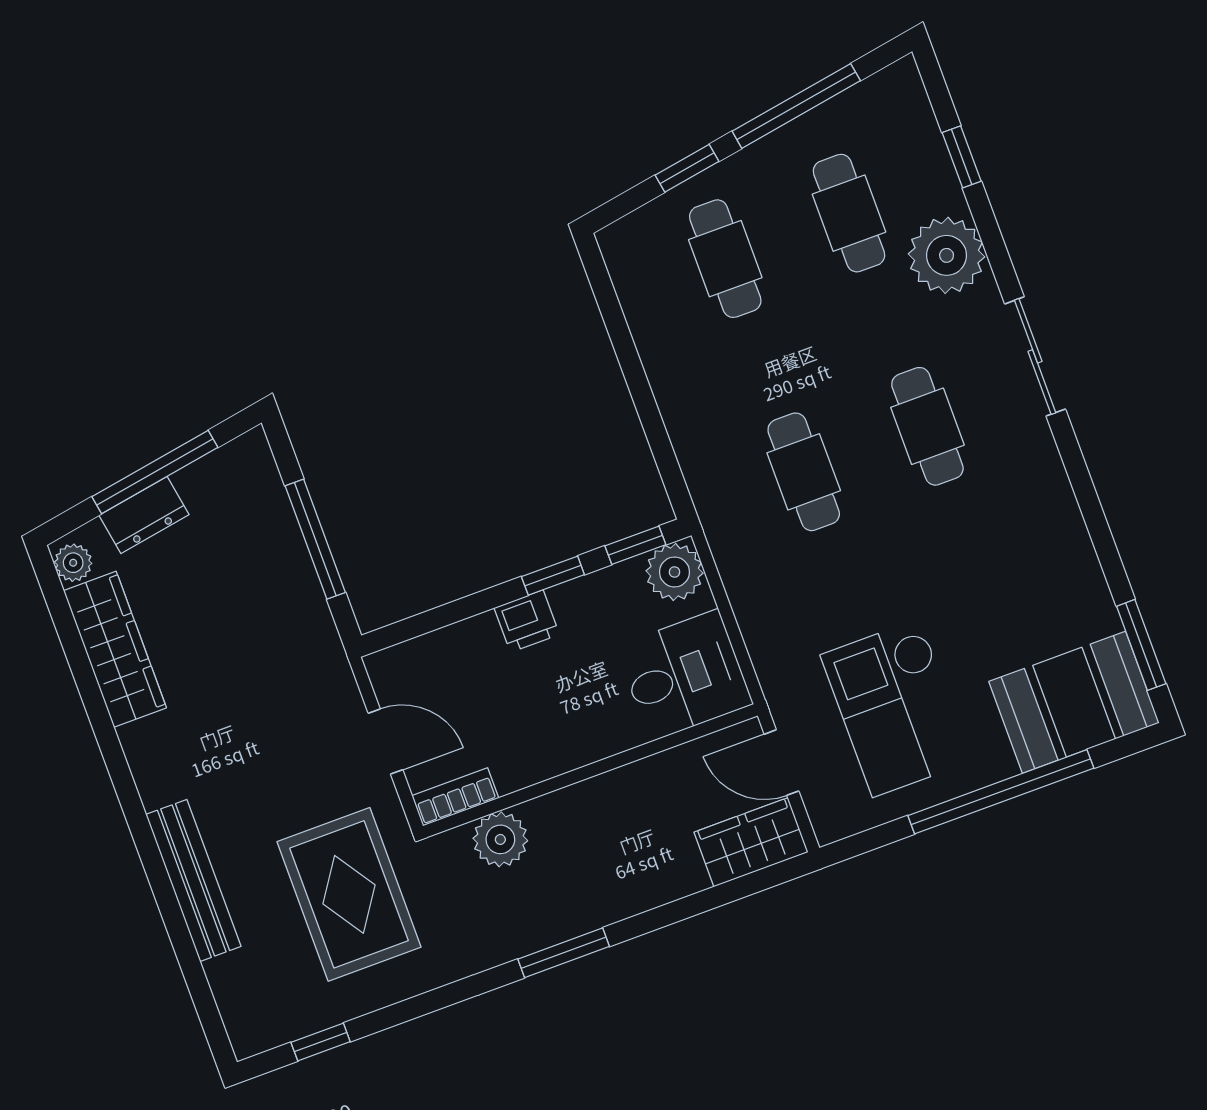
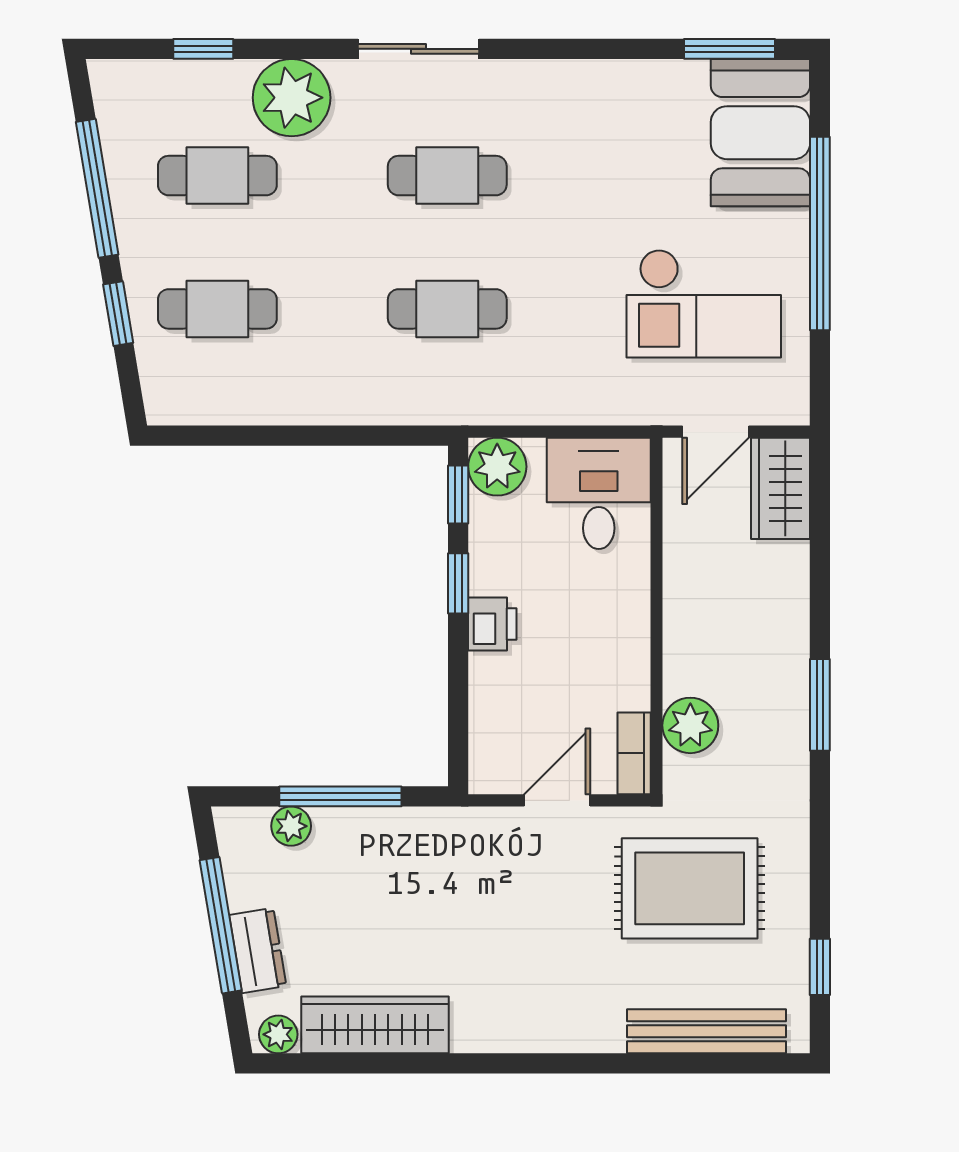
plant: (271, 503) -> (291, 826), added
bench: (193, 880) -> (707, 1031), moved

